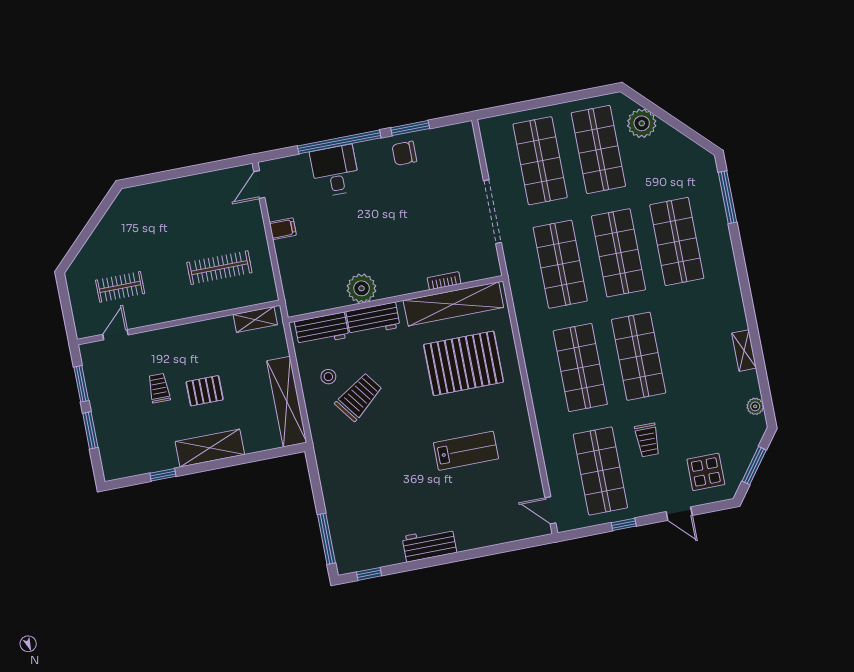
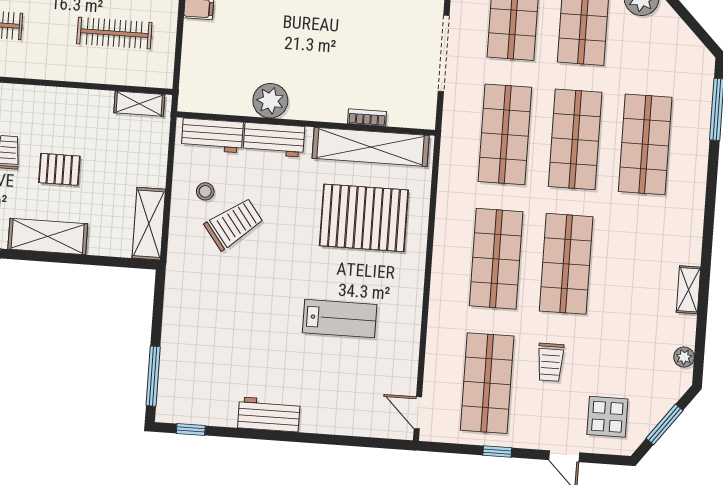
shelving: (287, 402) -> (149, 224), width x0.68

